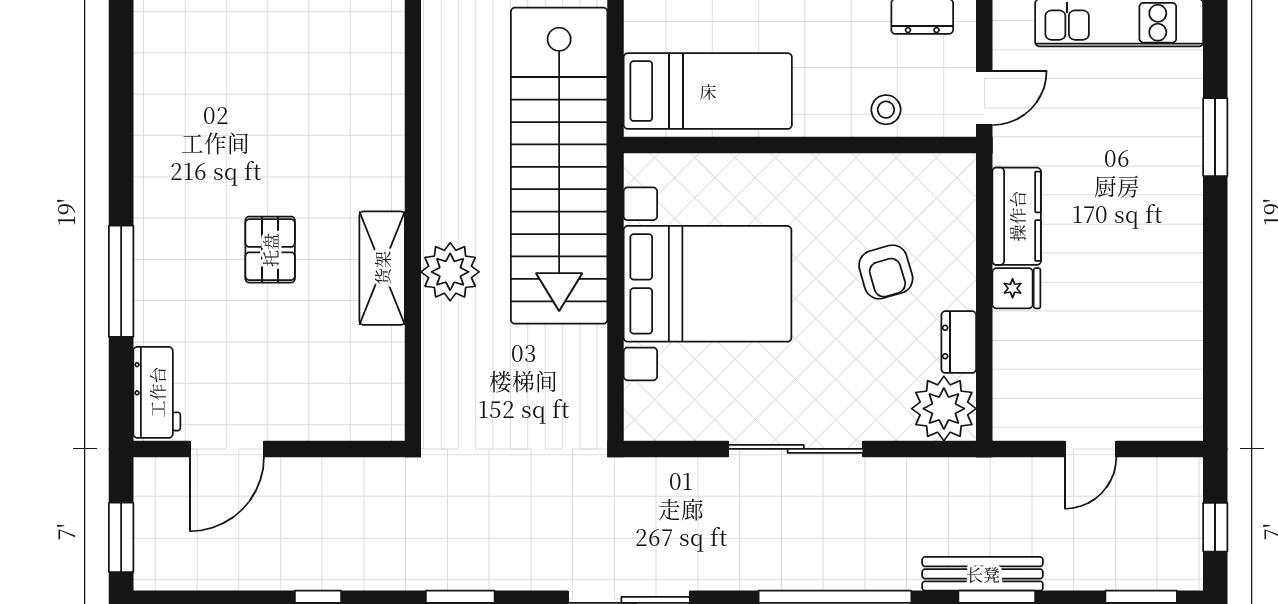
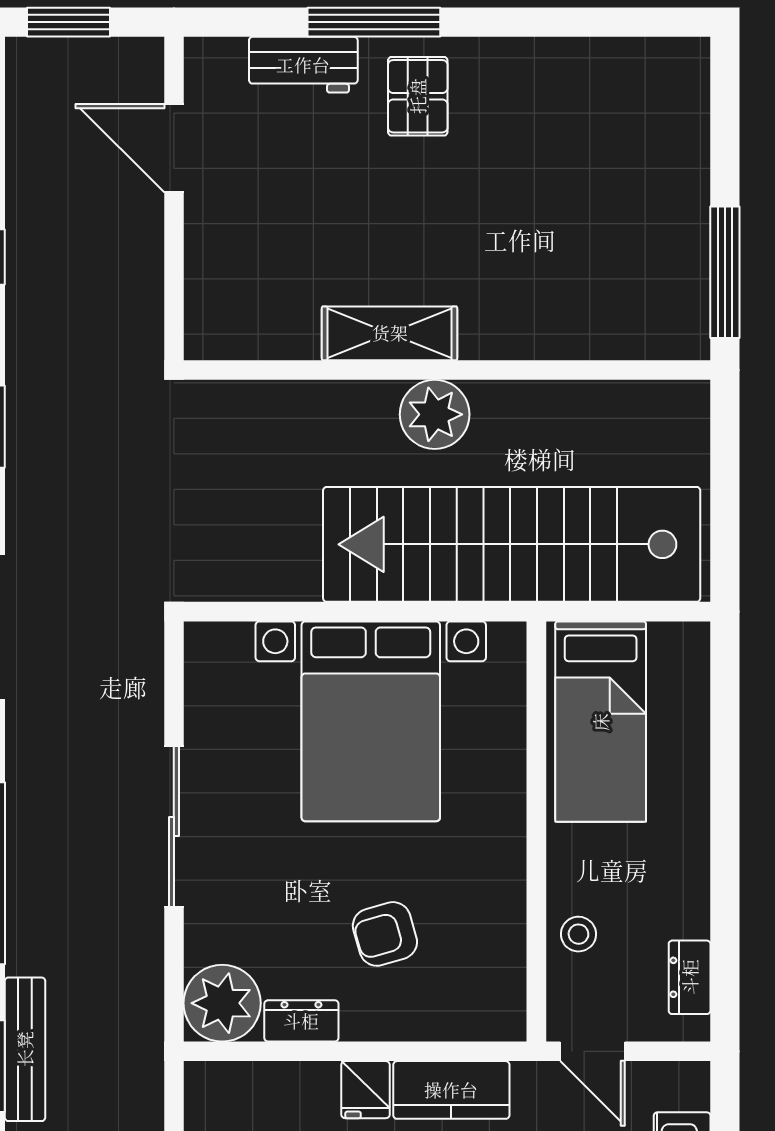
pallet: (270, 250) -> (418, 96), moved, turned 90
plant: (450, 272) -> (435, 414), moved
workbench: (157, 392) -> (303, 65), moved

